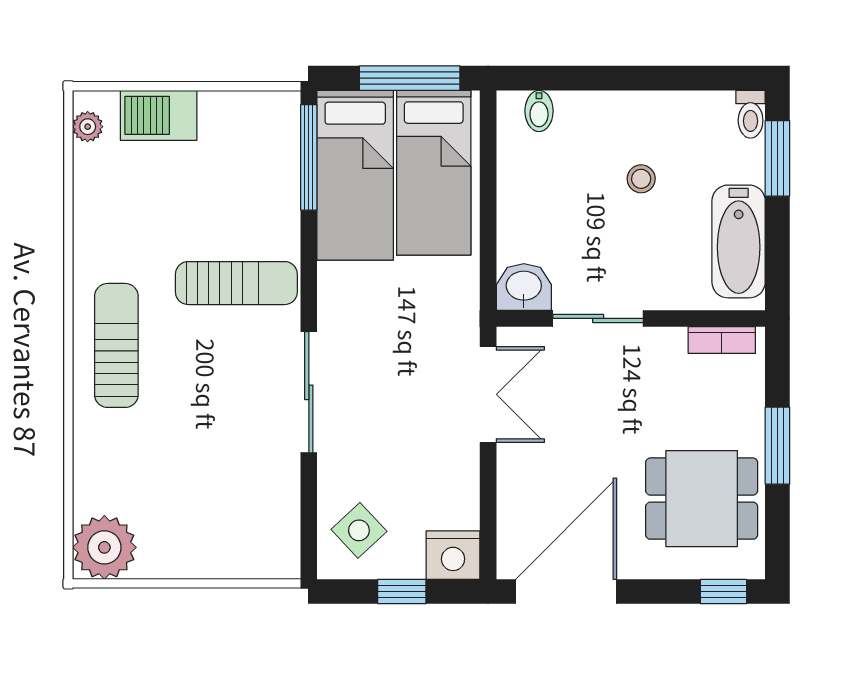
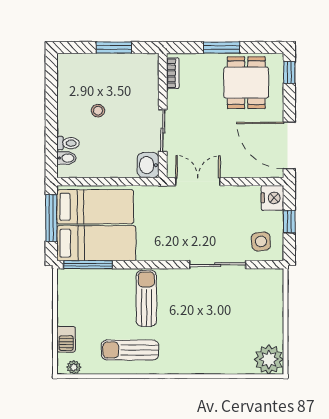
toilet: (751, 114) -> (68, 143), moved
barbecue: (159, 115) -> (66, 339), width x0.73, depth x0.79
window: (777, 158) -> (114, 48), moved
bathtub: (739, 241) -> (127, 66), removed
sun lounger: (116, 345) -> (130, 350), moved
sliding door: (309, 392) -> (218, 265), moved
side table: (359, 530) -> (261, 241), turned 37

